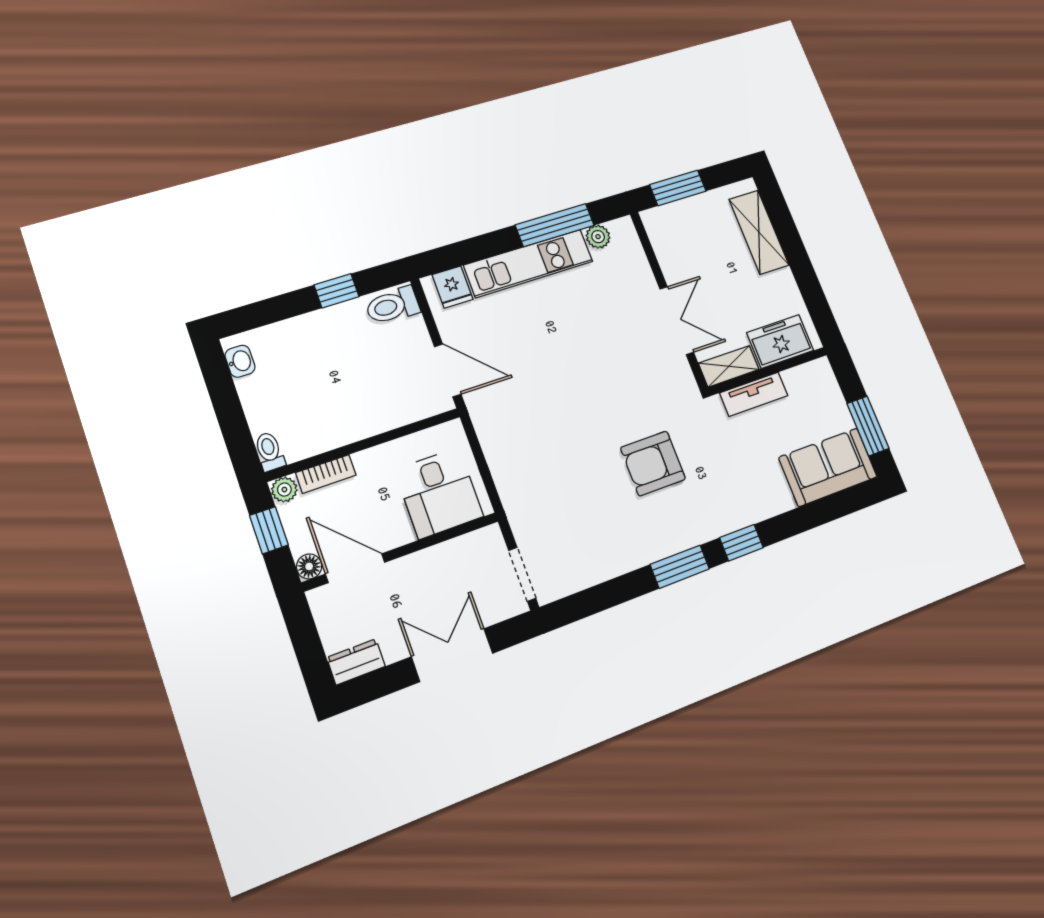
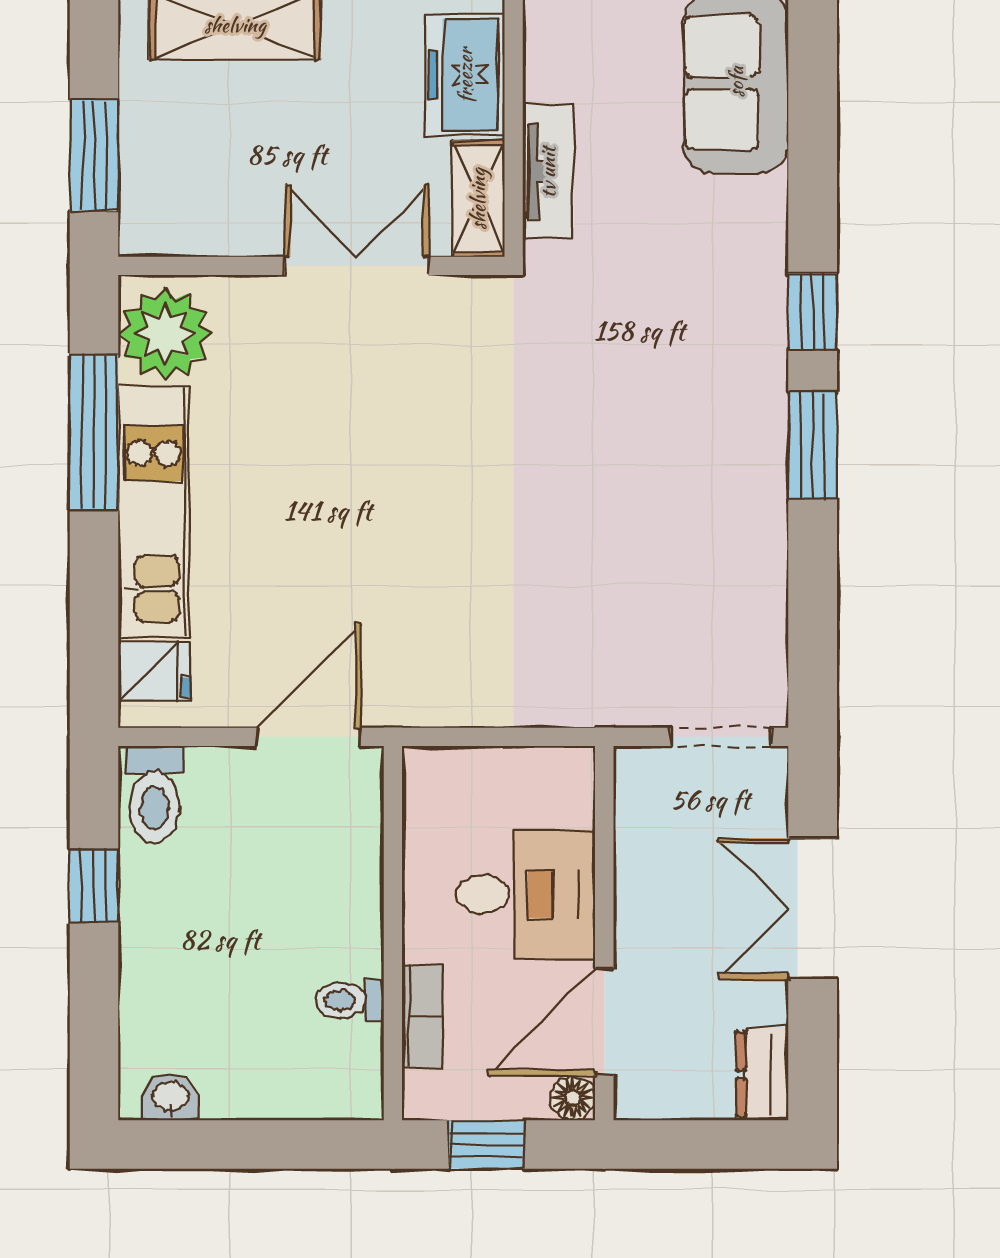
plant: (598, 237) -> (165, 334), width x1.88, depth x1.88
toilet: (269, 451) -> (349, 1000), moved
armchair: (653, 463) -> (610, 421), removed
plant: (284, 490) -> (425, 1096), removed
desk: (439, 493) -> (525, 894), moved

